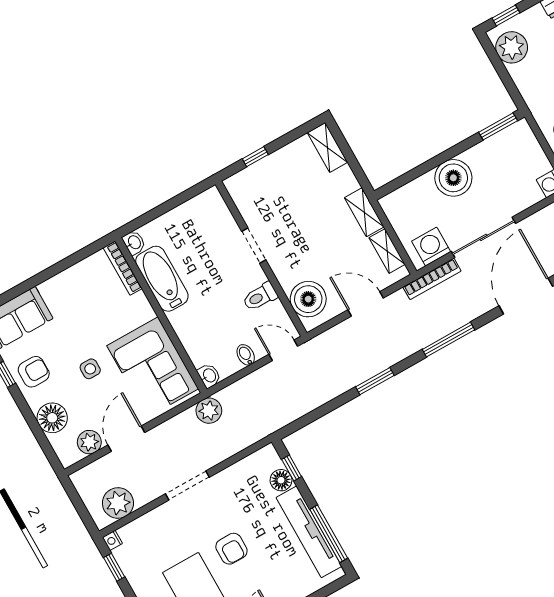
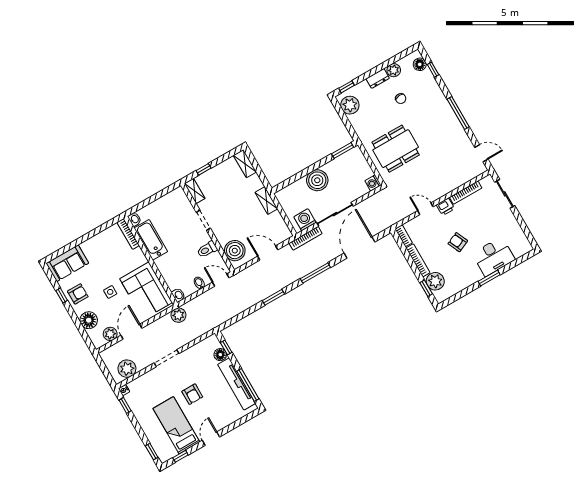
shelving: (387, 251) -> (195, 191), moved

